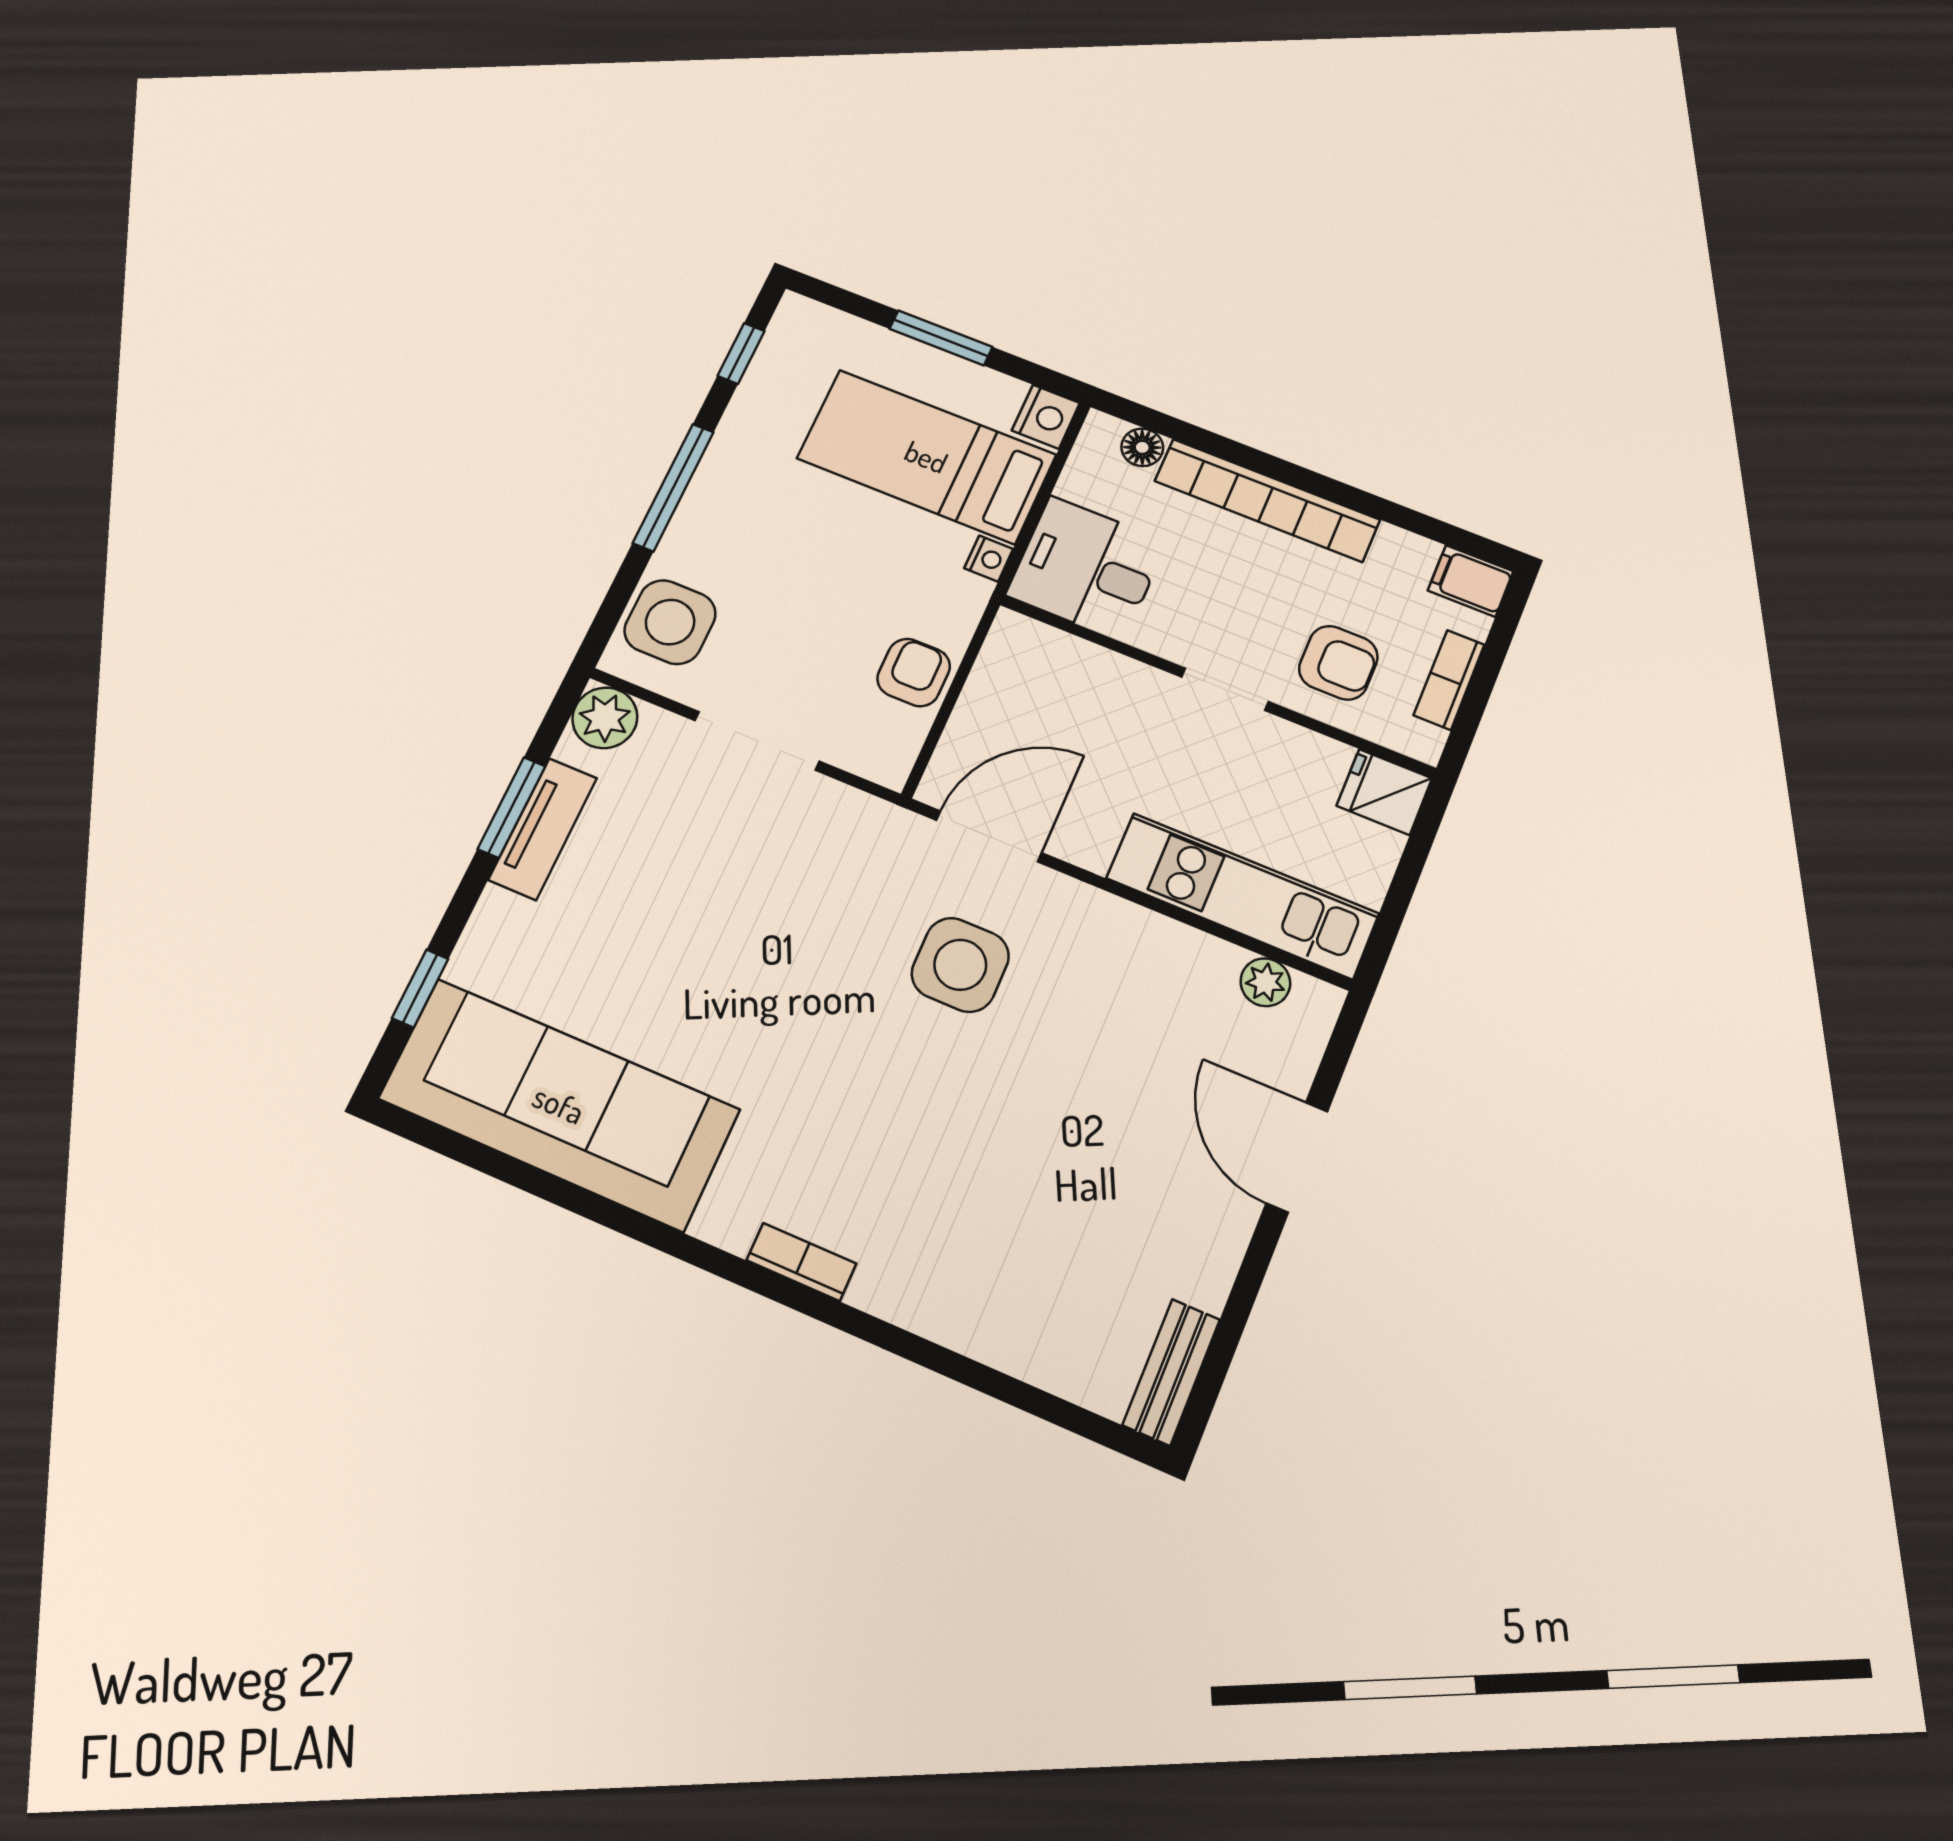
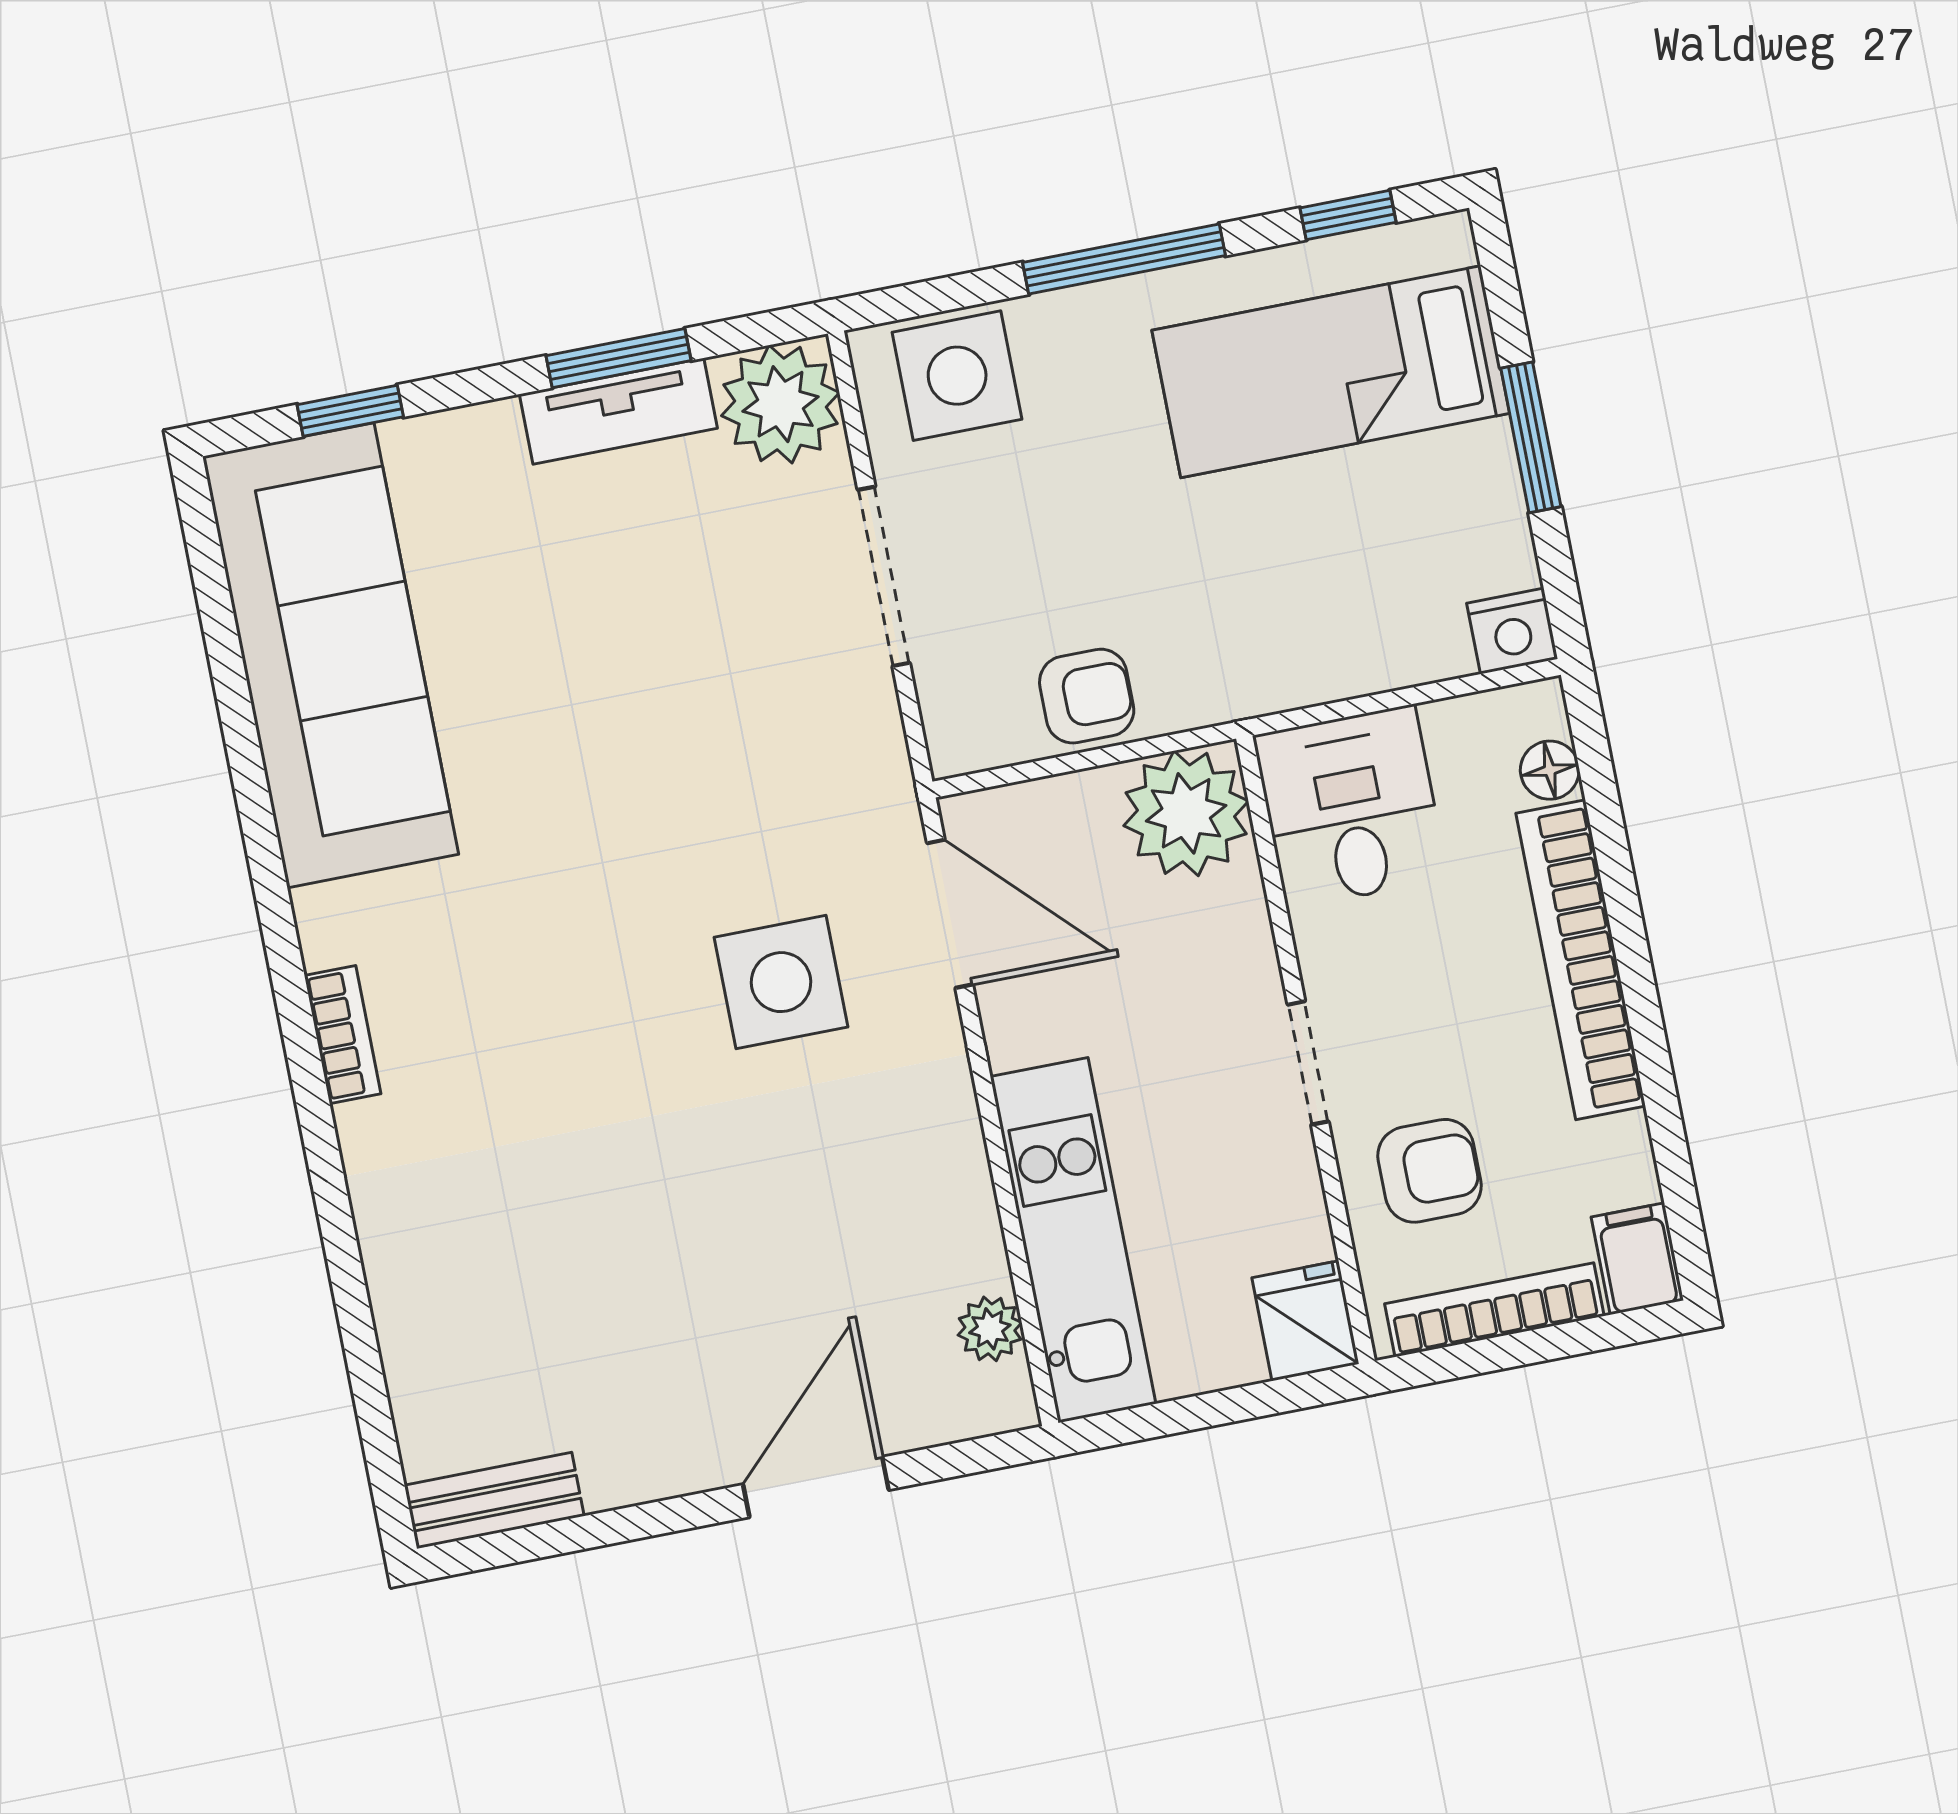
bed: (926, 457) -> (1331, 372), moved, turned -90
nightstand: (989, 559) -> (1285, 686), removed
plant: (1025, 662) -> (1186, 813), added
armchair: (1338, 663) -> (1429, 1171), turned -90
bookcase: (1449, 680) -> (1494, 1310), width x1.56
plant: (605, 718) -> (780, 404), width x1.36, depth x1.36

